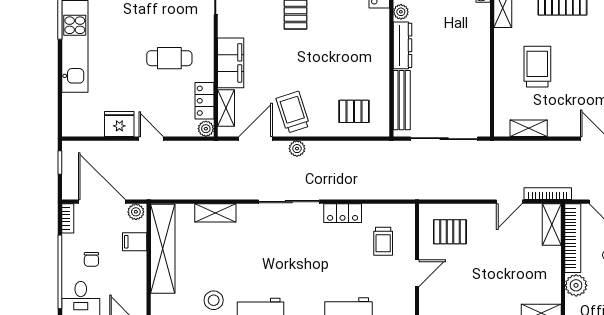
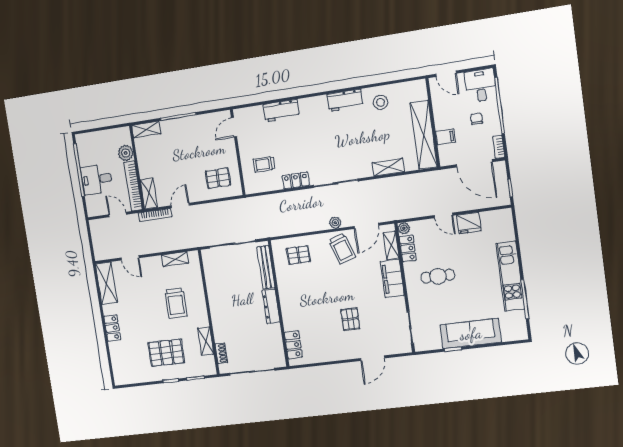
plant: (401, 12) -> (276, 330), removed
plant: (136, 212) -> (448, 159), removed
trolley: (383, 241) -> (264, 164), turned -90
door: (417, 273) -> (234, 127), moved

